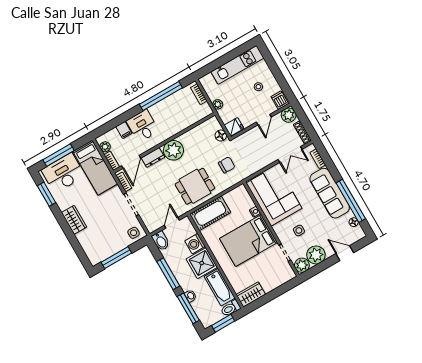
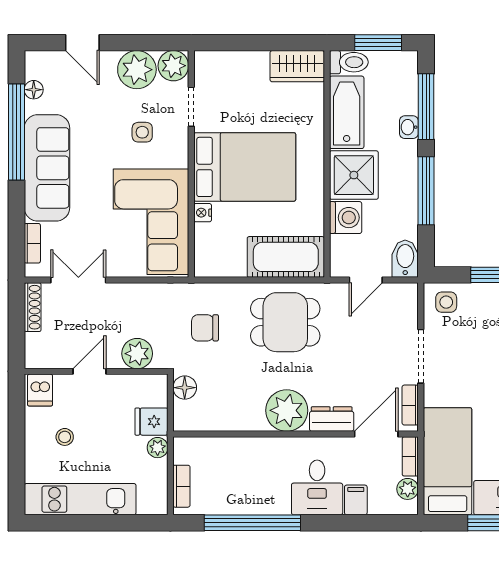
plant: (289, 115) -> (137, 354), moved
fridge: (234, 127) -> (151, 422), moved

